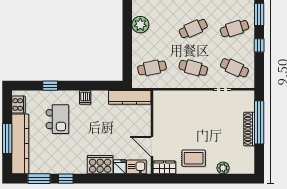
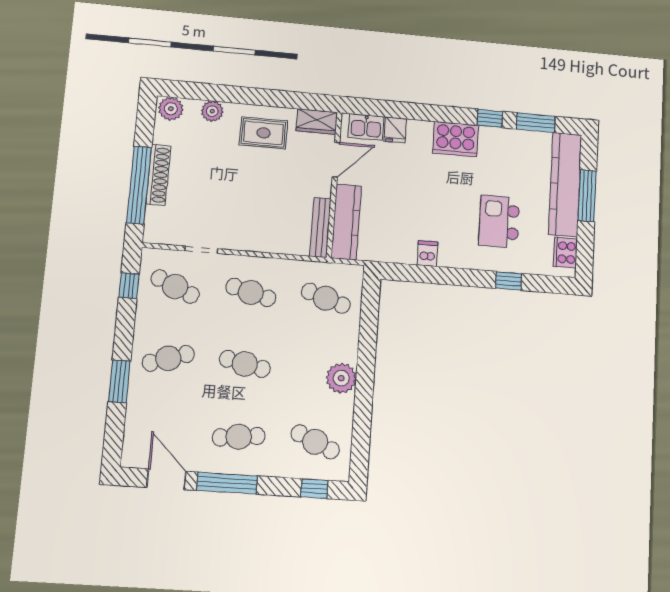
cafe table: (193, 29) -> (245, 364), turned 36
window: (259, 45) -> (129, 286), moved
cafe table: (152, 68) -> (326, 298), turned 30
dishwasher: (85, 97) -> (427, 254), moved
kitchen counter: (130, 97) -> (346, 222), moved, turned 90
bench: (158, 107) -> (320, 227), added
door: (152, 147) -> (336, 160), hinge flipped
cooker: (100, 165) -> (456, 139), moved
plant: (246, 167) -> (171, 109), added

